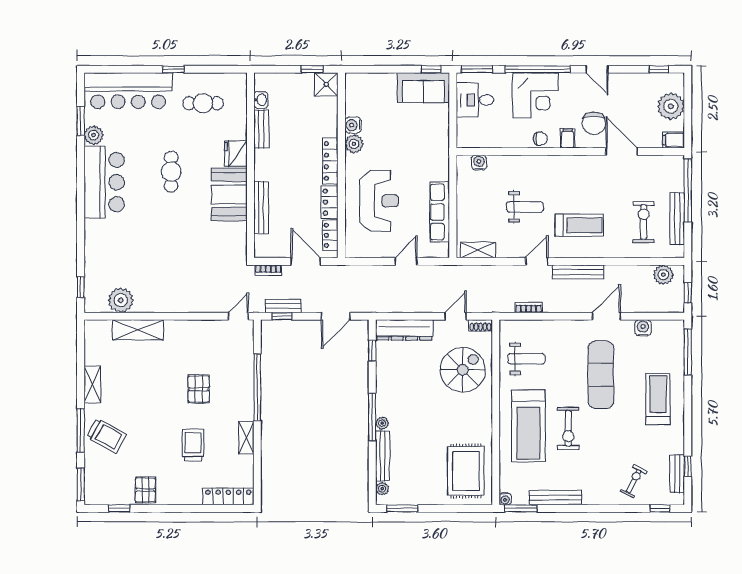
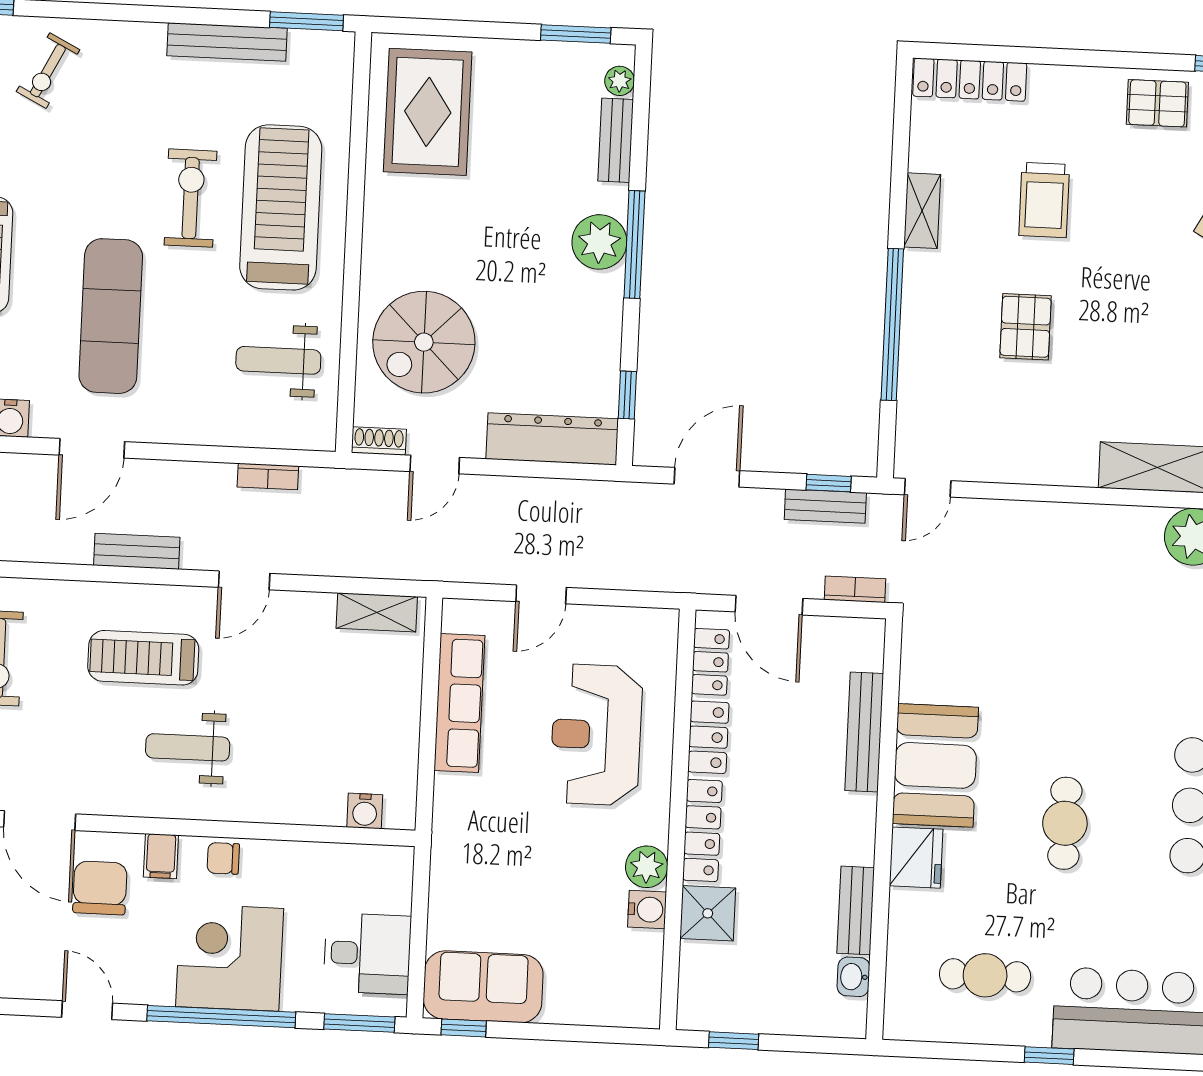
shower: (326, 84) -> (708, 913), moved
weight bench: (525, 207) -> (188, 747), moved
bench: (578, 272) -> (137, 551), width x0.73
plant: (382, 423) -> (599, 242), width x1.87, depth x1.87
bench: (383, 456) -> (616, 140), width x0.73
pallet: (145, 490) -> (1157, 103), turned 90
water cooler: (505, 499) -> (341, 44), removed

